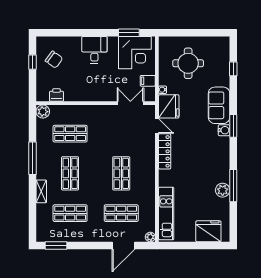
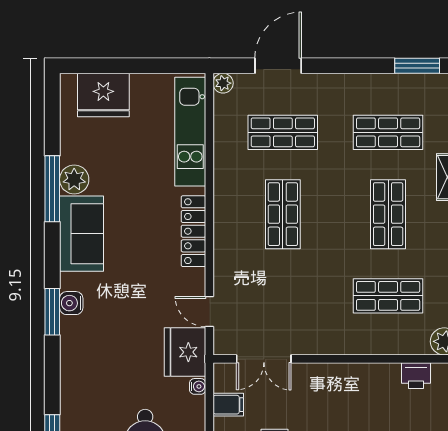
sofa: (219, 105) -> (81, 234), moved
locker: (165, 151) -> (193, 231), moved

